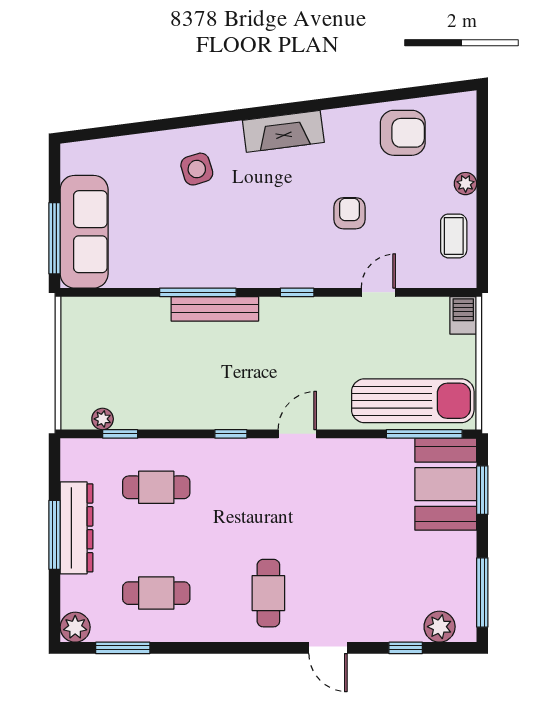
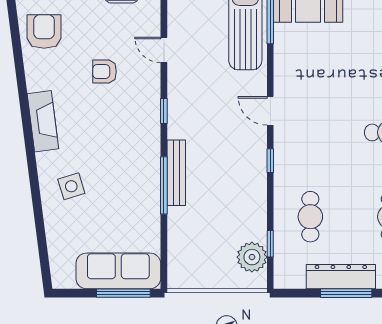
plant: (103, 419) -> (252, 257), width x1.88, depth x1.88

